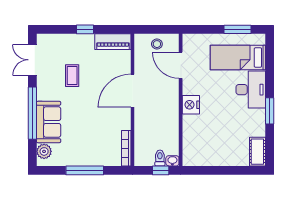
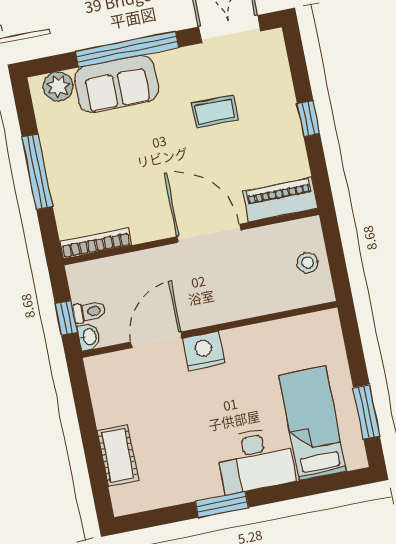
piano: (113, 42) -> (280, 200), moved, turned 90
door: (181, 65) -> (156, 340), moved
cot: (257, 152) -> (118, 456), moved, turned 90

